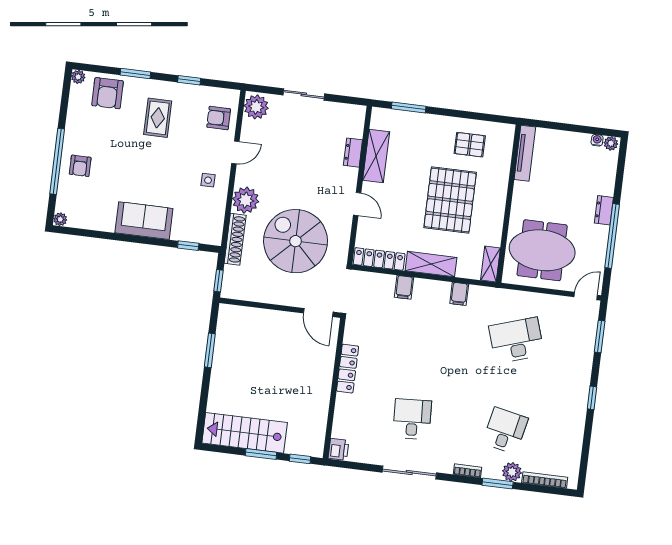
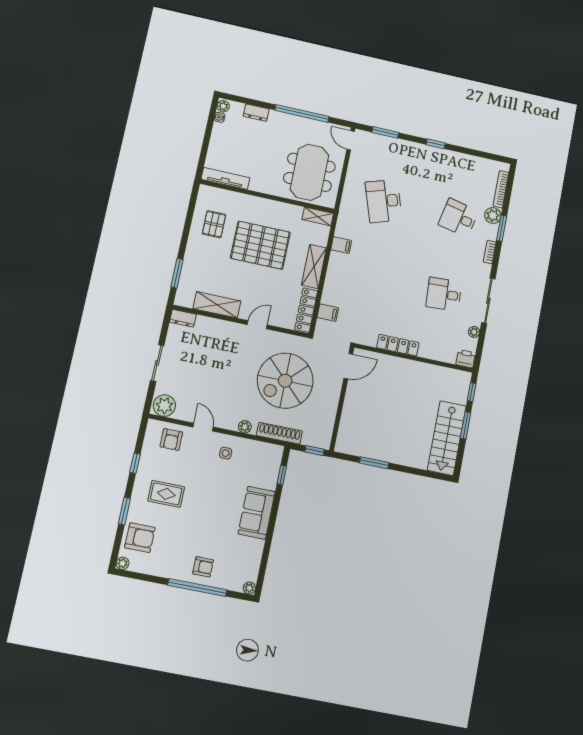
dresser: (353, 153) -> (183, 318), moved
plant: (246, 200) -> (245, 427), width x0.53, depth x0.53
dresser: (604, 210) -> (256, 113), moved
filing cabinet: (404, 287) -> (328, 313), moved
plant: (371, 458) -> (474, 332), added

